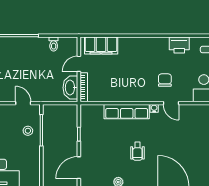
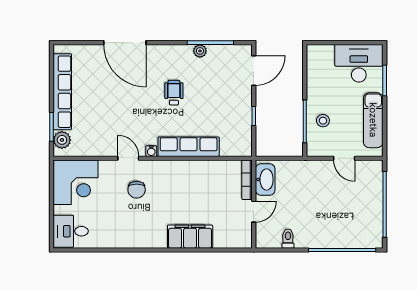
printer: (179, 45) -> (117, 237), removed
filing cabinet: (101, 46) -> (190, 237), moved
door: (23, 103) -> (344, 158), moved

